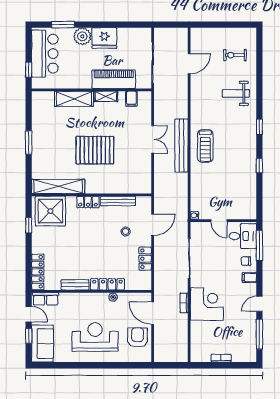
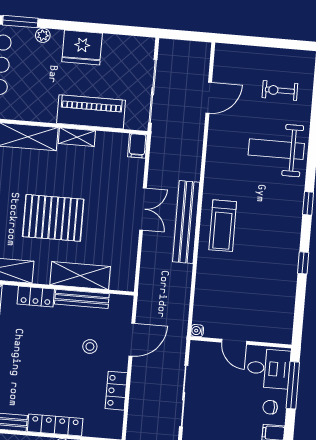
plant: (82, 36) -> (43, 35), width x0.53, depth x0.53
weight bench: (236, 93) -> (276, 149), width x1.36, depth x1.33
filing cabinet: (131, 99) -> (137, 146), moved
shelving: (116, 186) -> (80, 276), added

